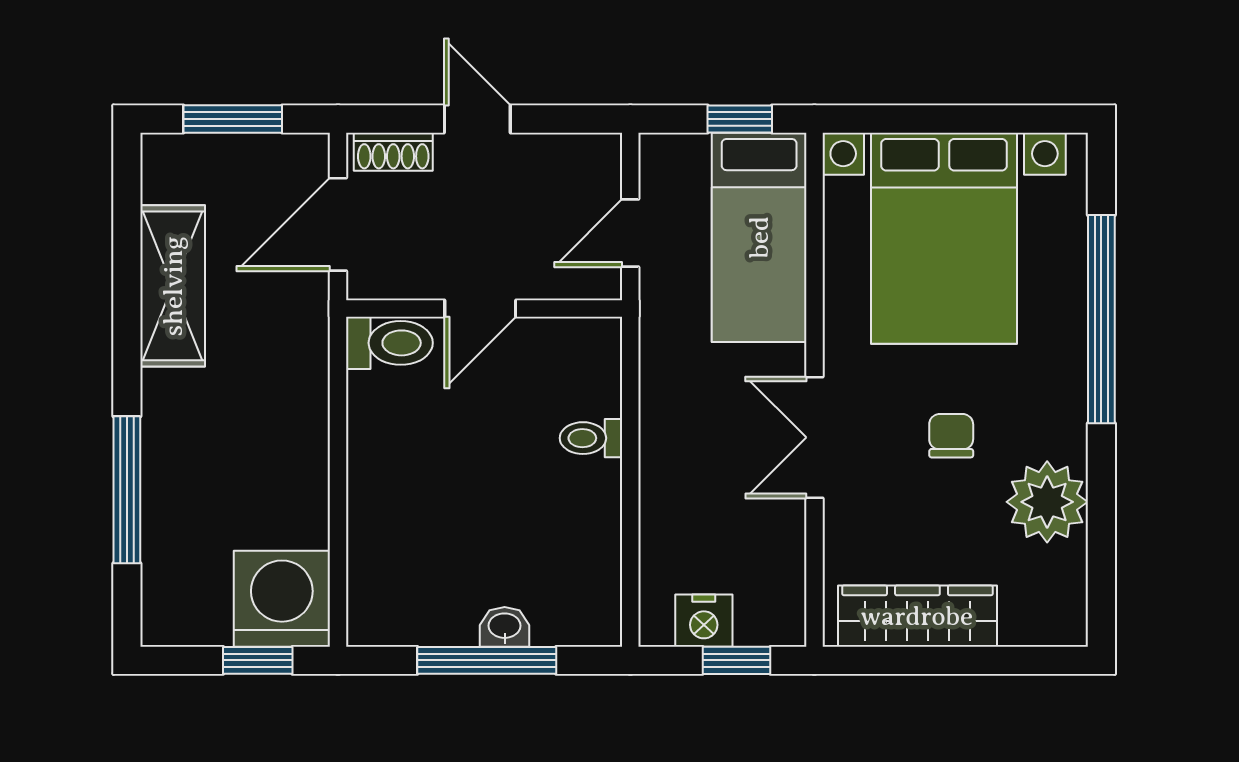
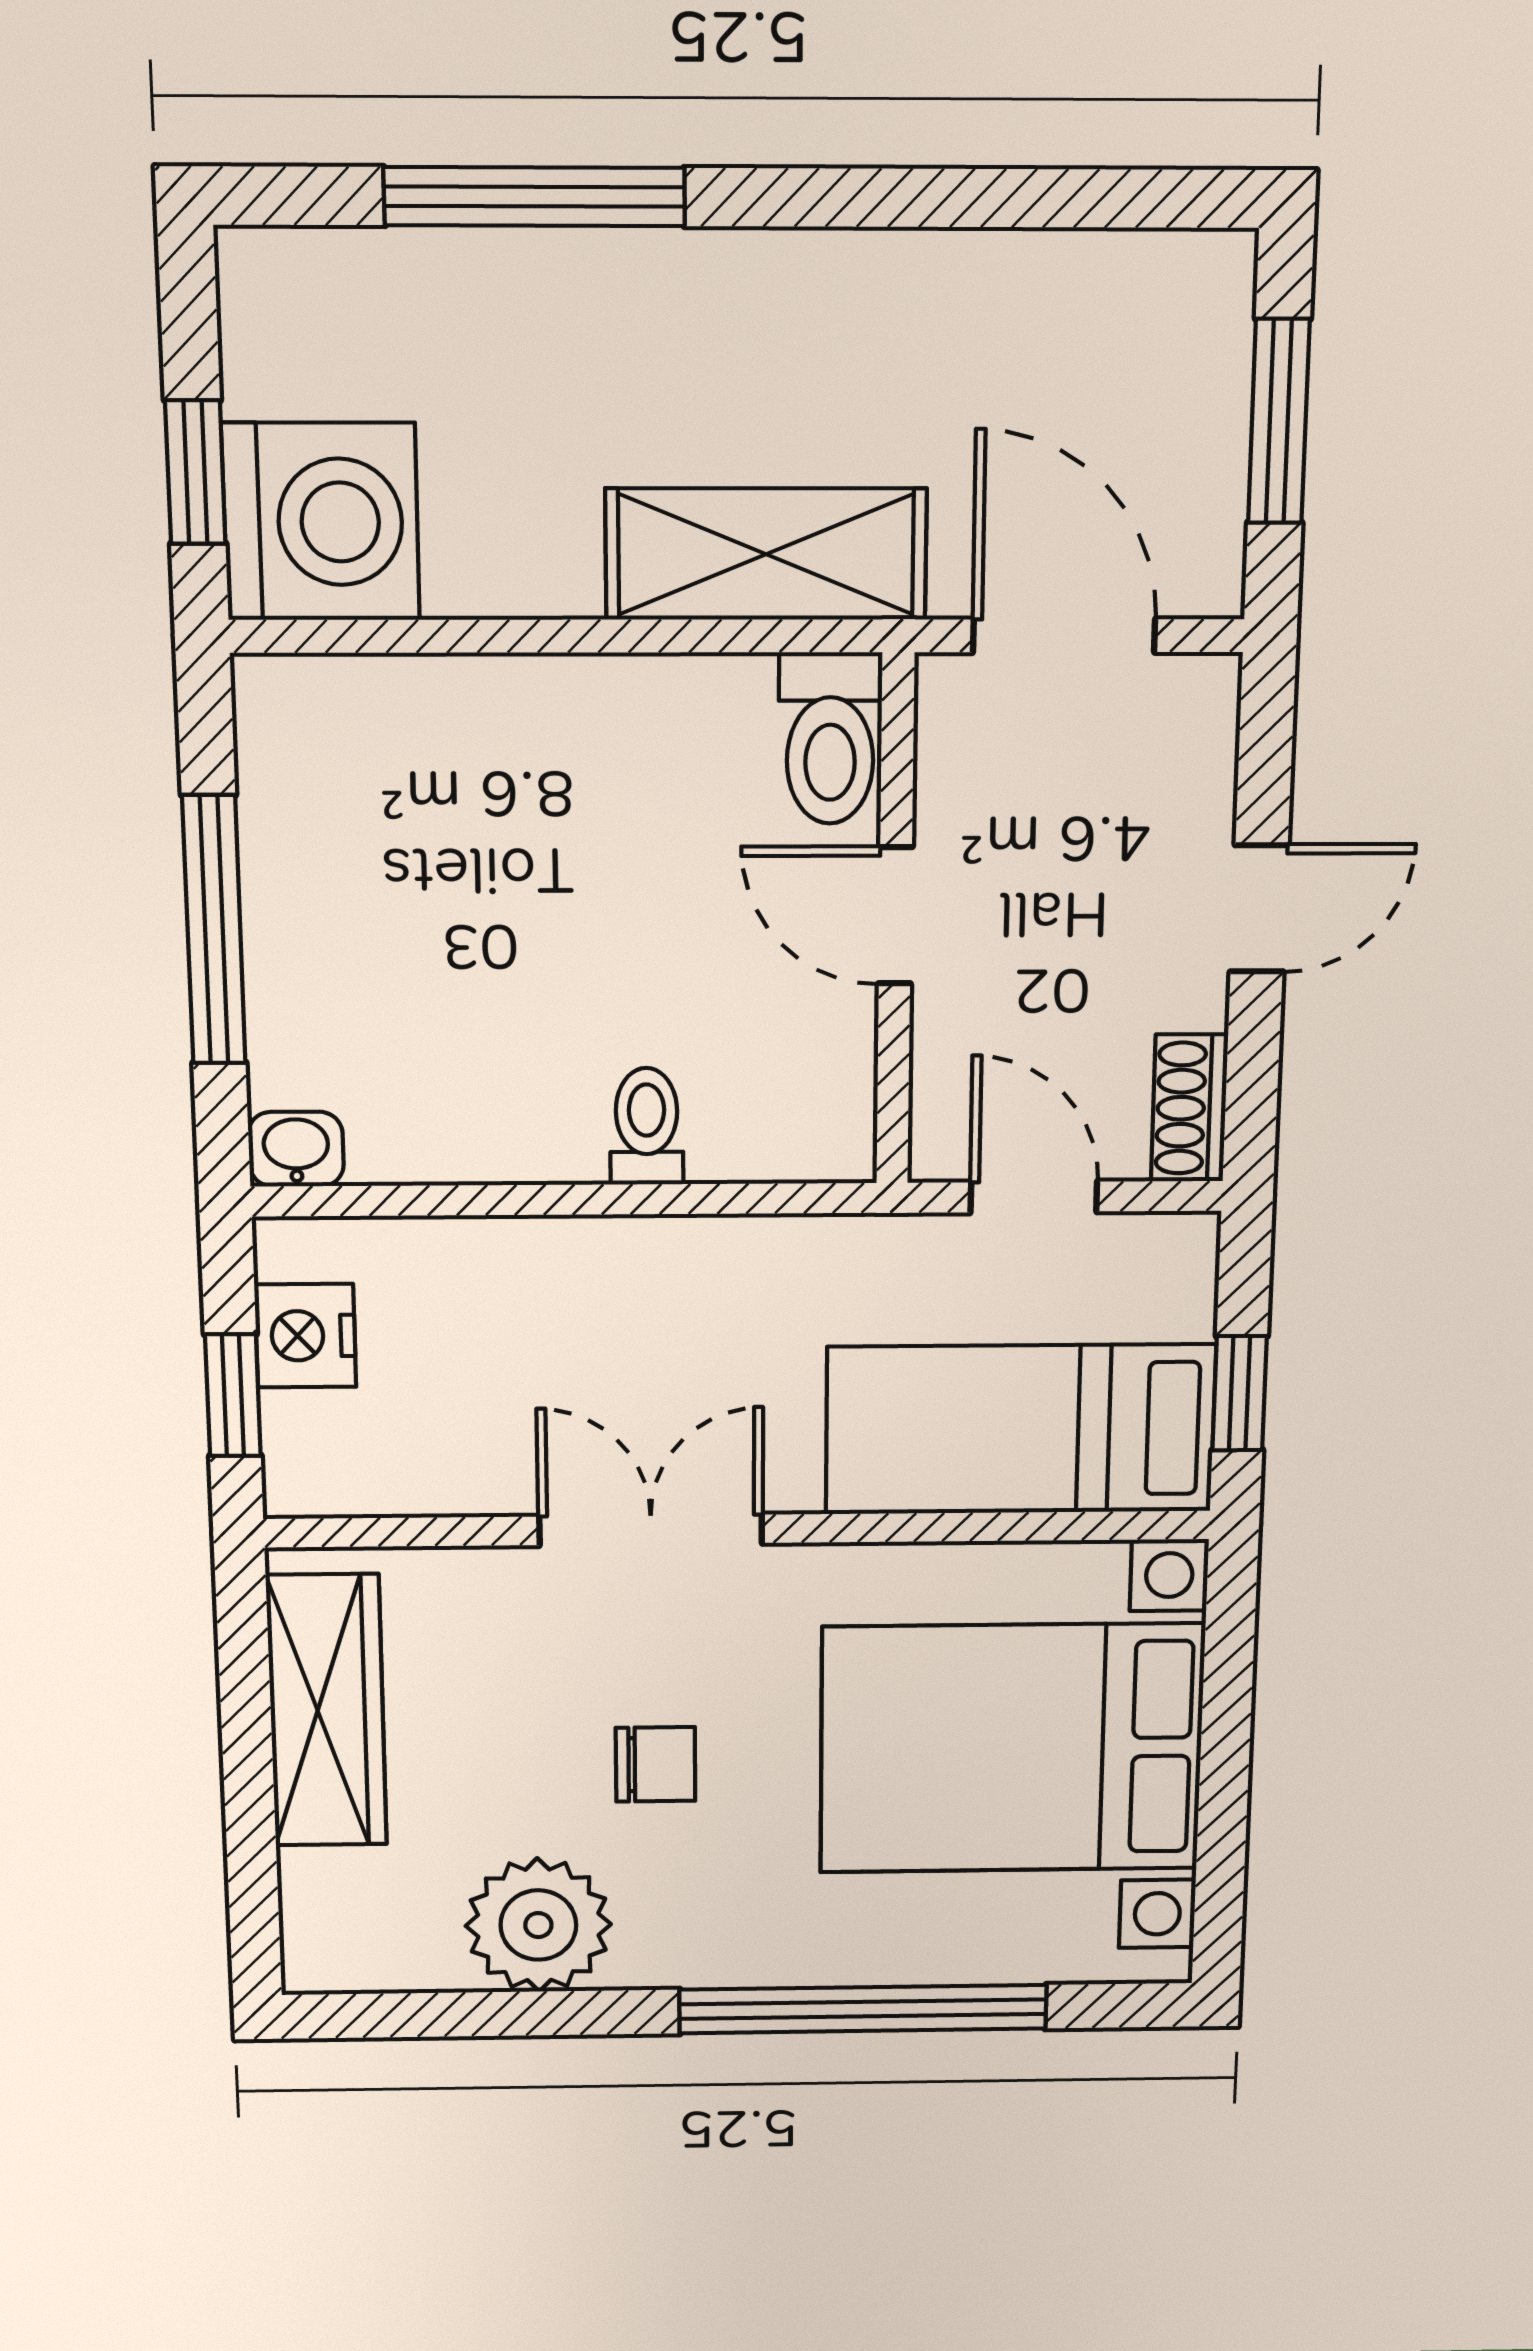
shoe rack: (393, 152) -> (1189, 1108), moved
shelving: (173, 286) -> (766, 554), moved
washbasin: (505, 627) -> (296, 1149), moved, turned -90

